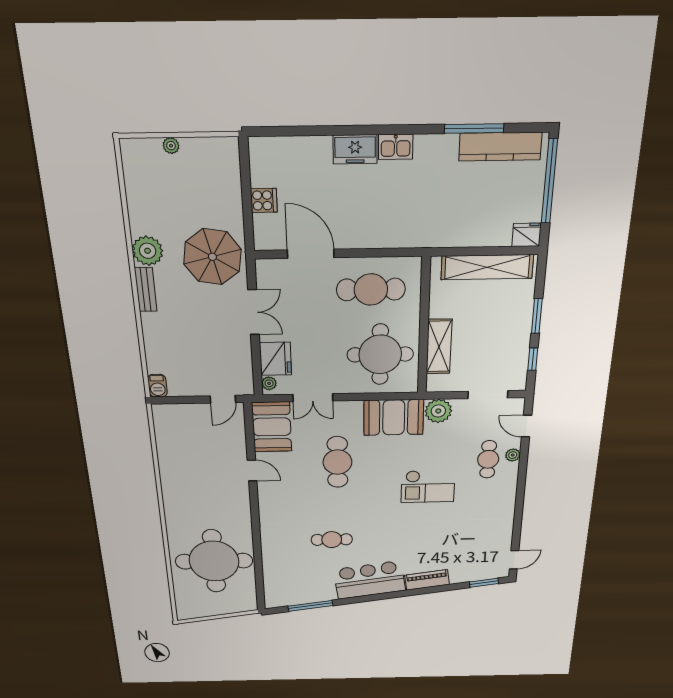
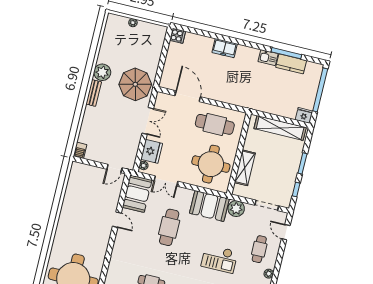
kitchen sink: (396, 147) -> (268, 58), moved
kitchen counter: (500, 147) -> (291, 64), width x0.67
cooker: (264, 200) -> (178, 36), moved
plant: (513, 455) -> (269, 274), moved

